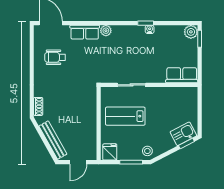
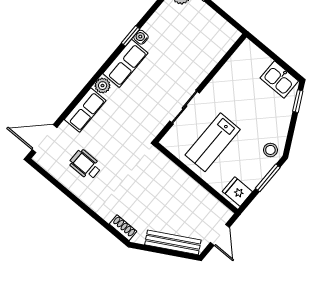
wheelchair: (55, 57) -> (85, 165), turned 90
row of seats: (182, 75) -> (125, 63), moved, turned 180
kitchen sink: (183, 134) -> (279, 79), moved, turned -63

